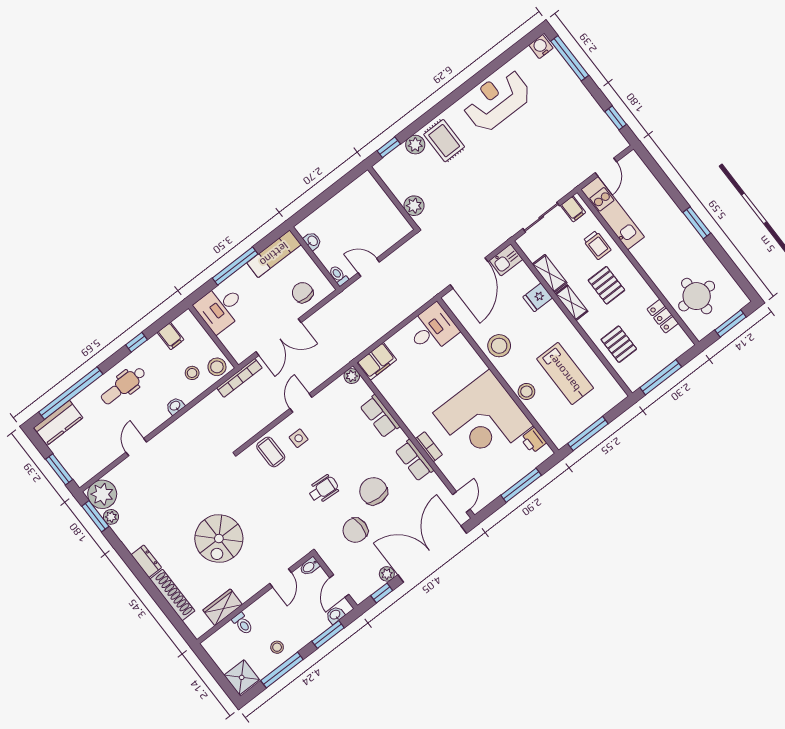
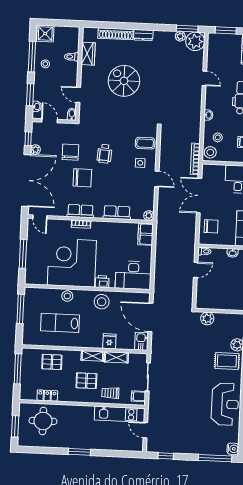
desk: (432, 329) -> (133, 275), width x1.37
printer: (533, 440) -> (102, 282), moved

